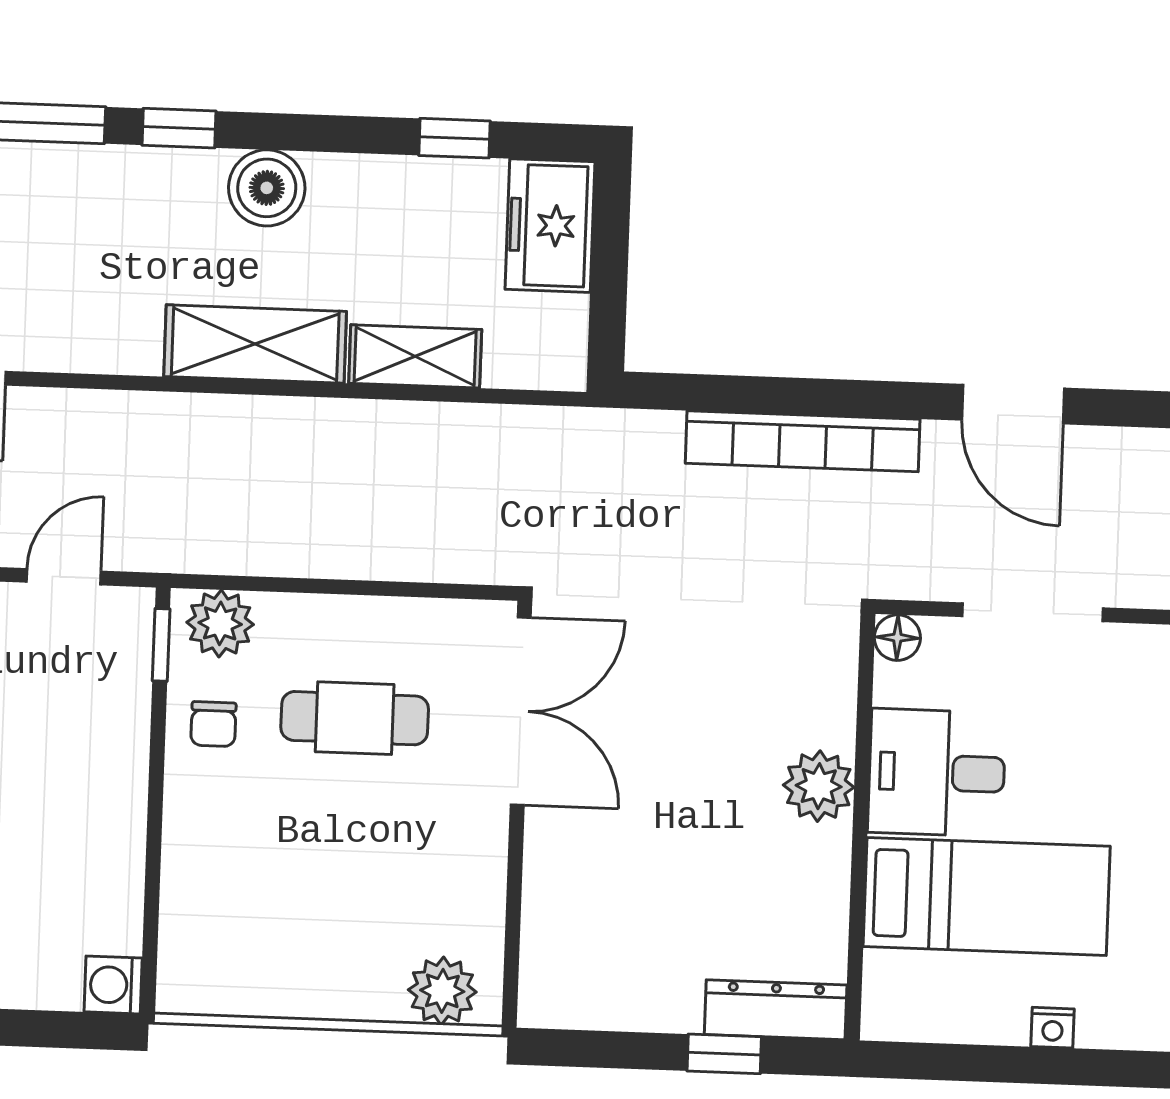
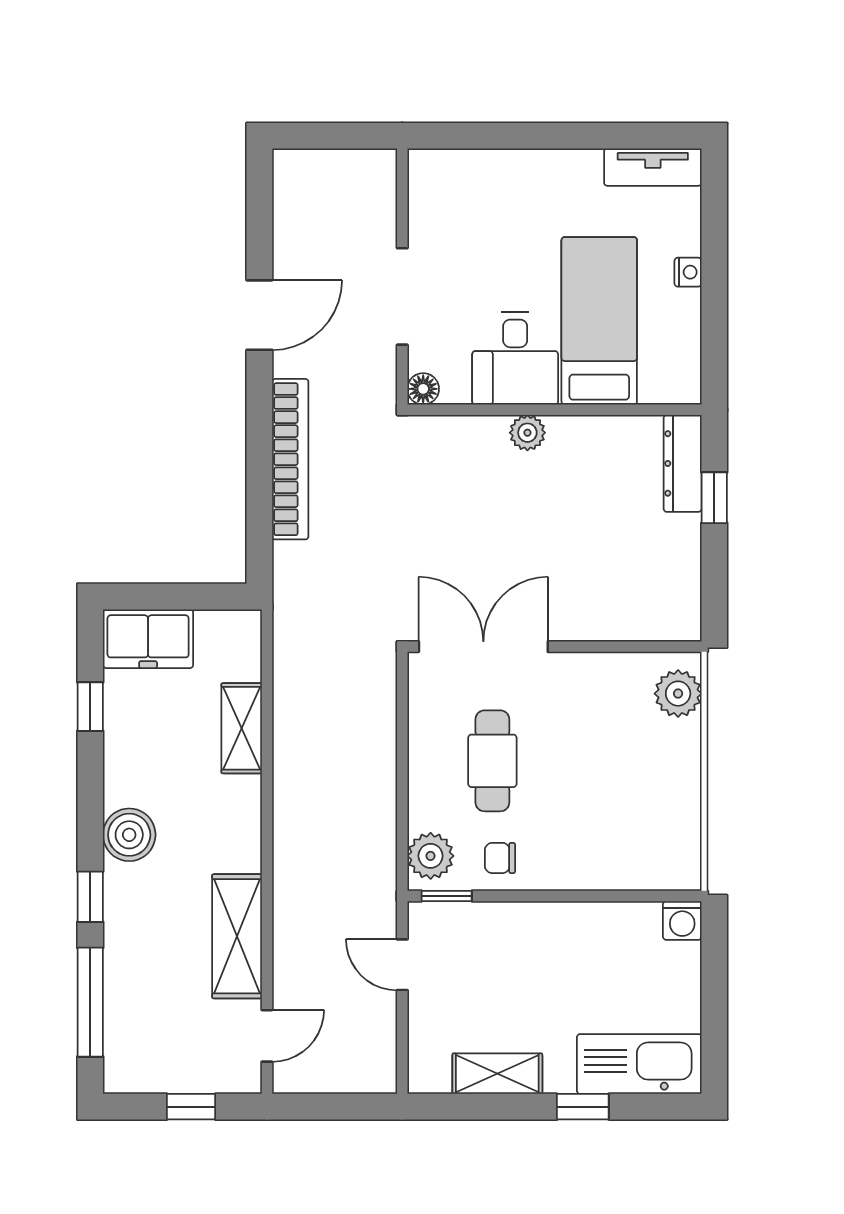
shelving: (255, 344) -> (237, 936), moved
chair: (213, 724) -> (500, 858), turned 180
plant: (819, 786) -> (527, 433), width x0.73, depth x0.73

